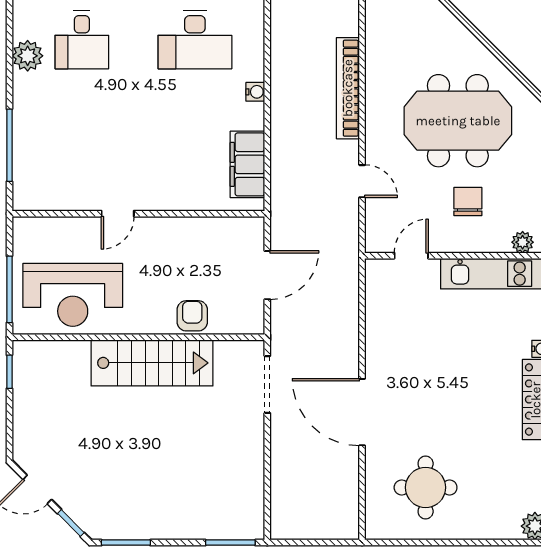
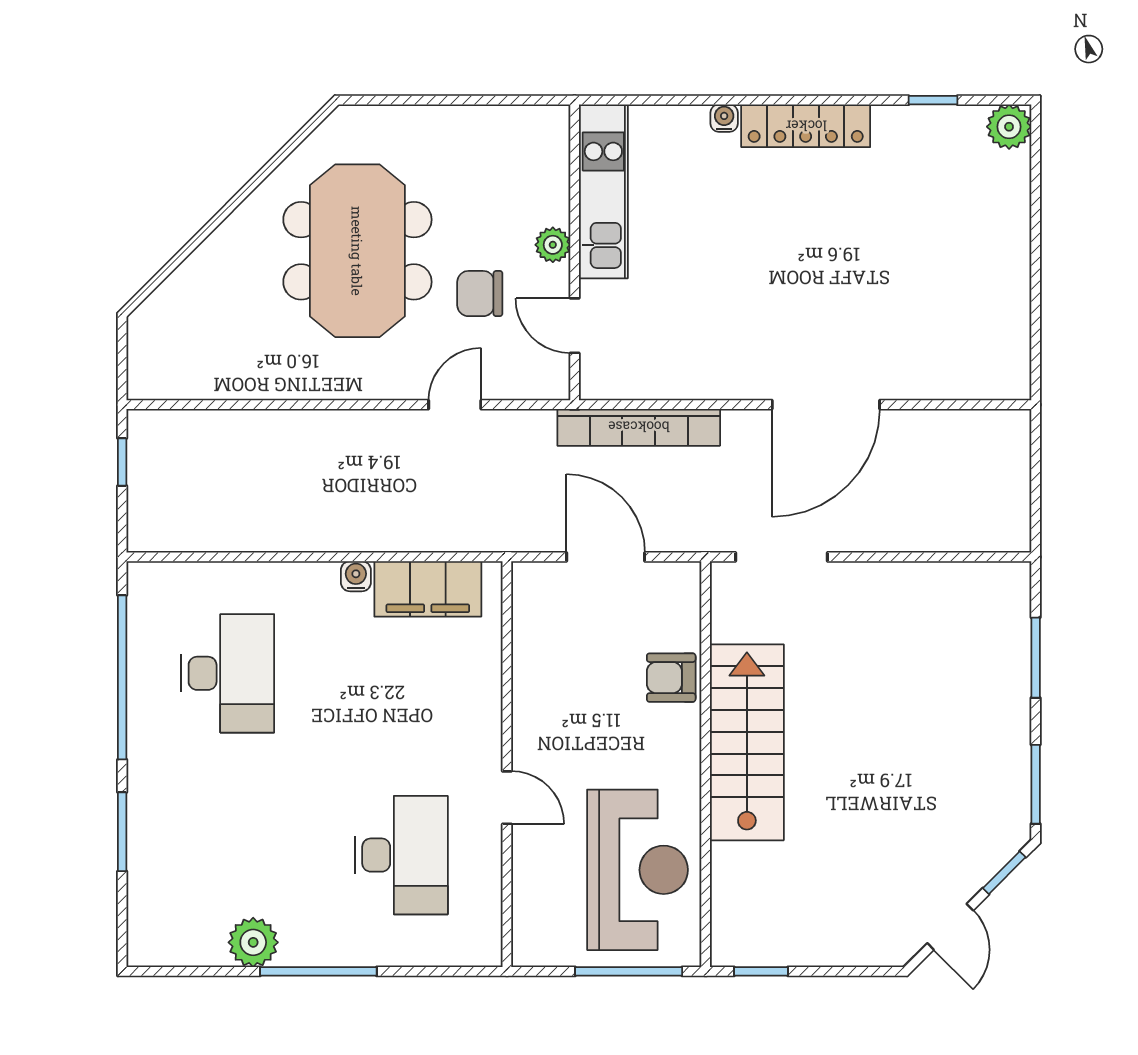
desk: (82, 40) -> (401, 855), moved, width x1.37
bookcase: (348, 88) -> (639, 427), moved
water cooler: (255, 92) -> (356, 576), moved
window: (9, 145) -> (318, 971), moved
chair: (468, 202) -> (480, 294), moved
plant: (523, 242) -> (553, 245), moved
round table: (426, 487) -> (947, 303), removed
window: (230, 543) -> (1036, 658), moved

